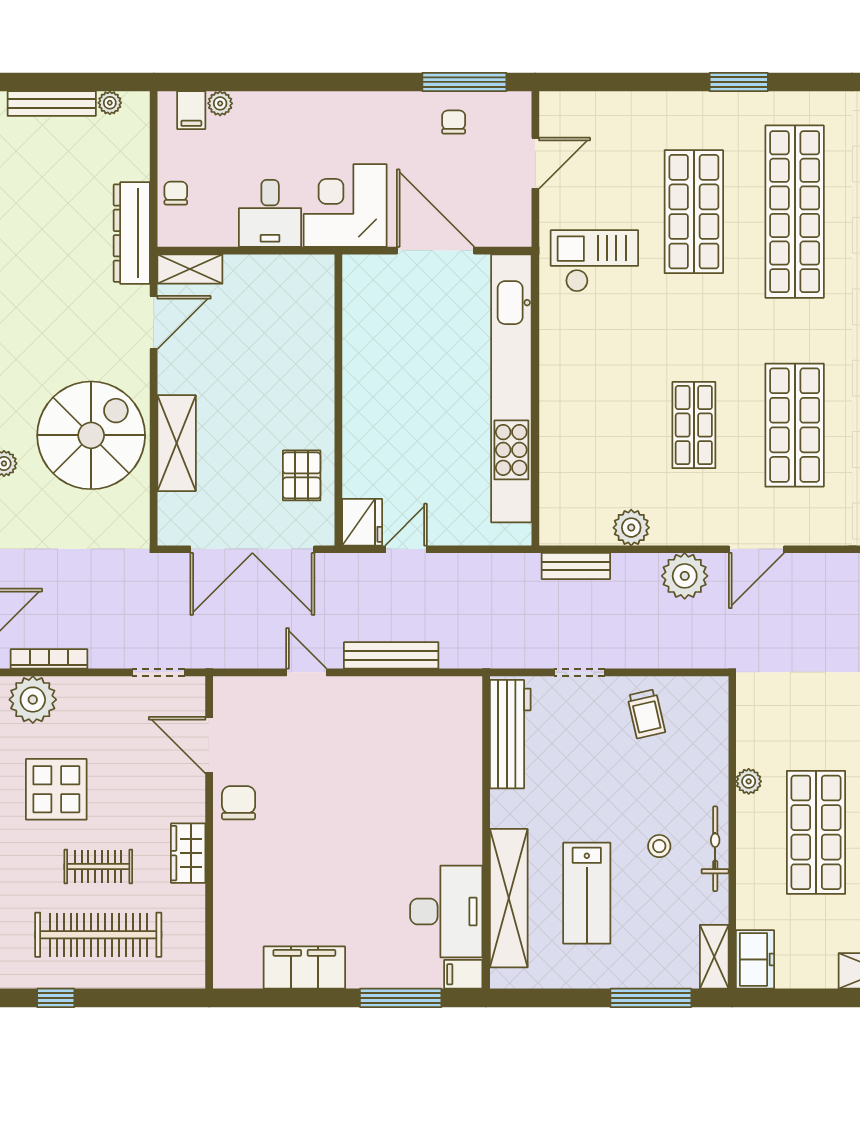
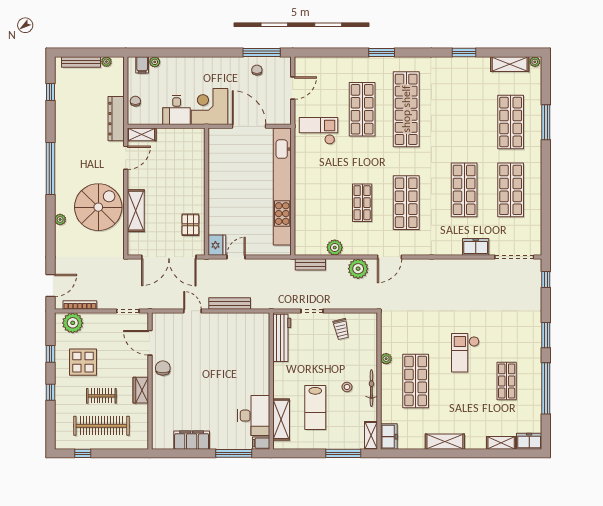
shelving: (509, 898) -> (281, 419), width x0.68

